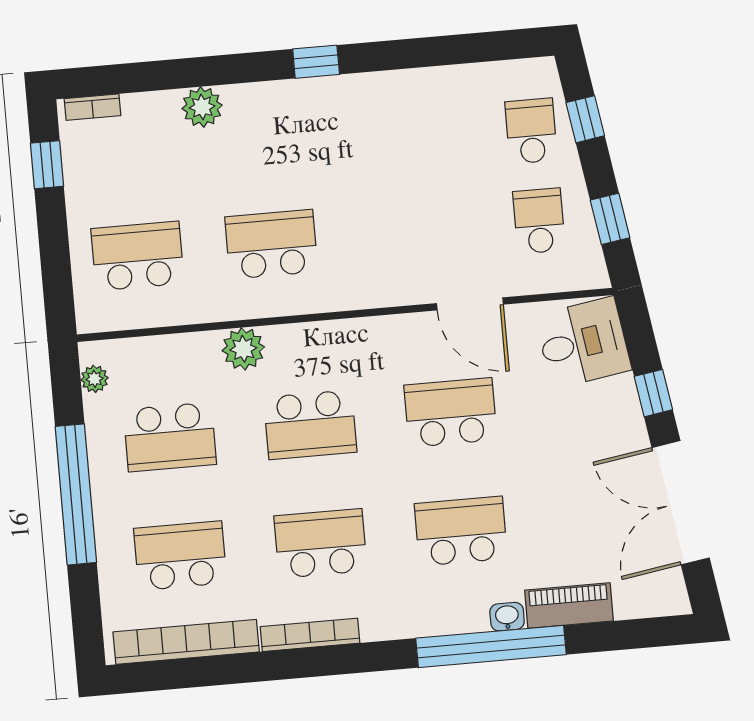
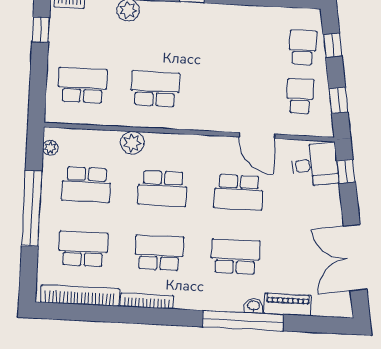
window: (653, 393) -> (346, 171), moved
school desk: (450, 412) -> (239, 192), turned 180

